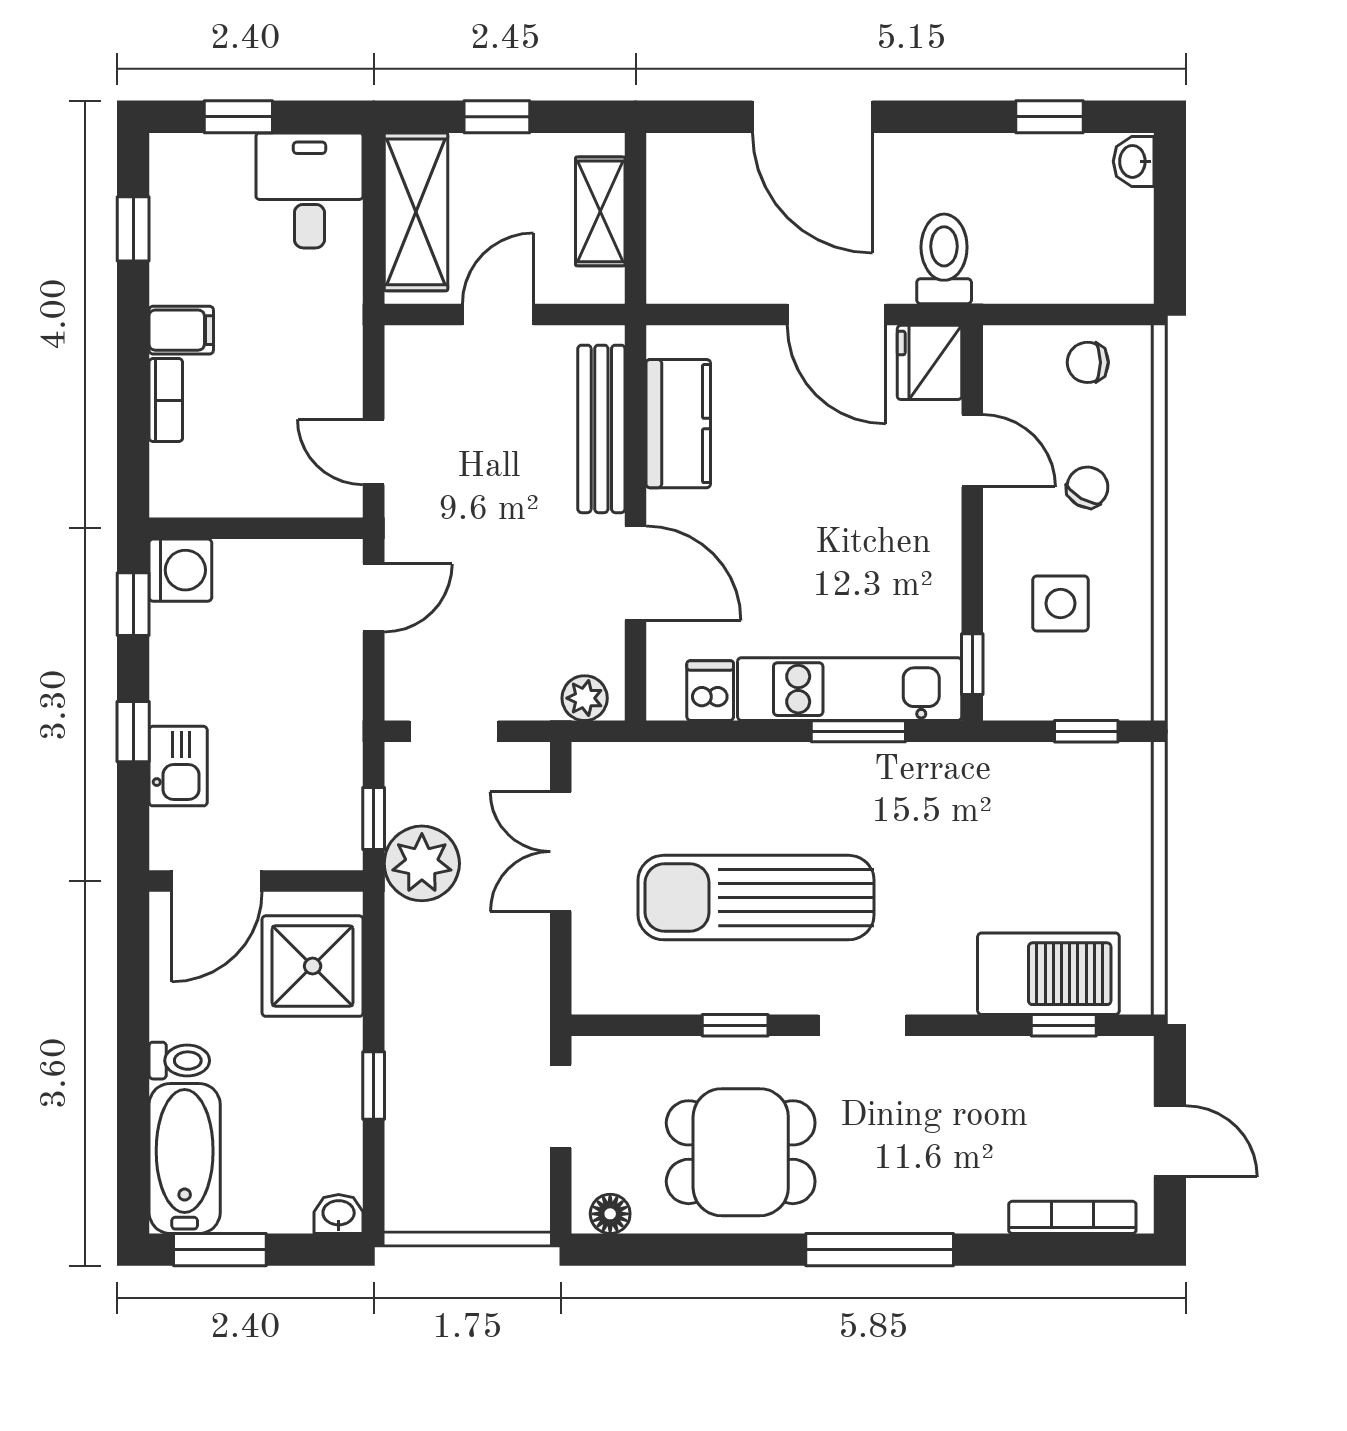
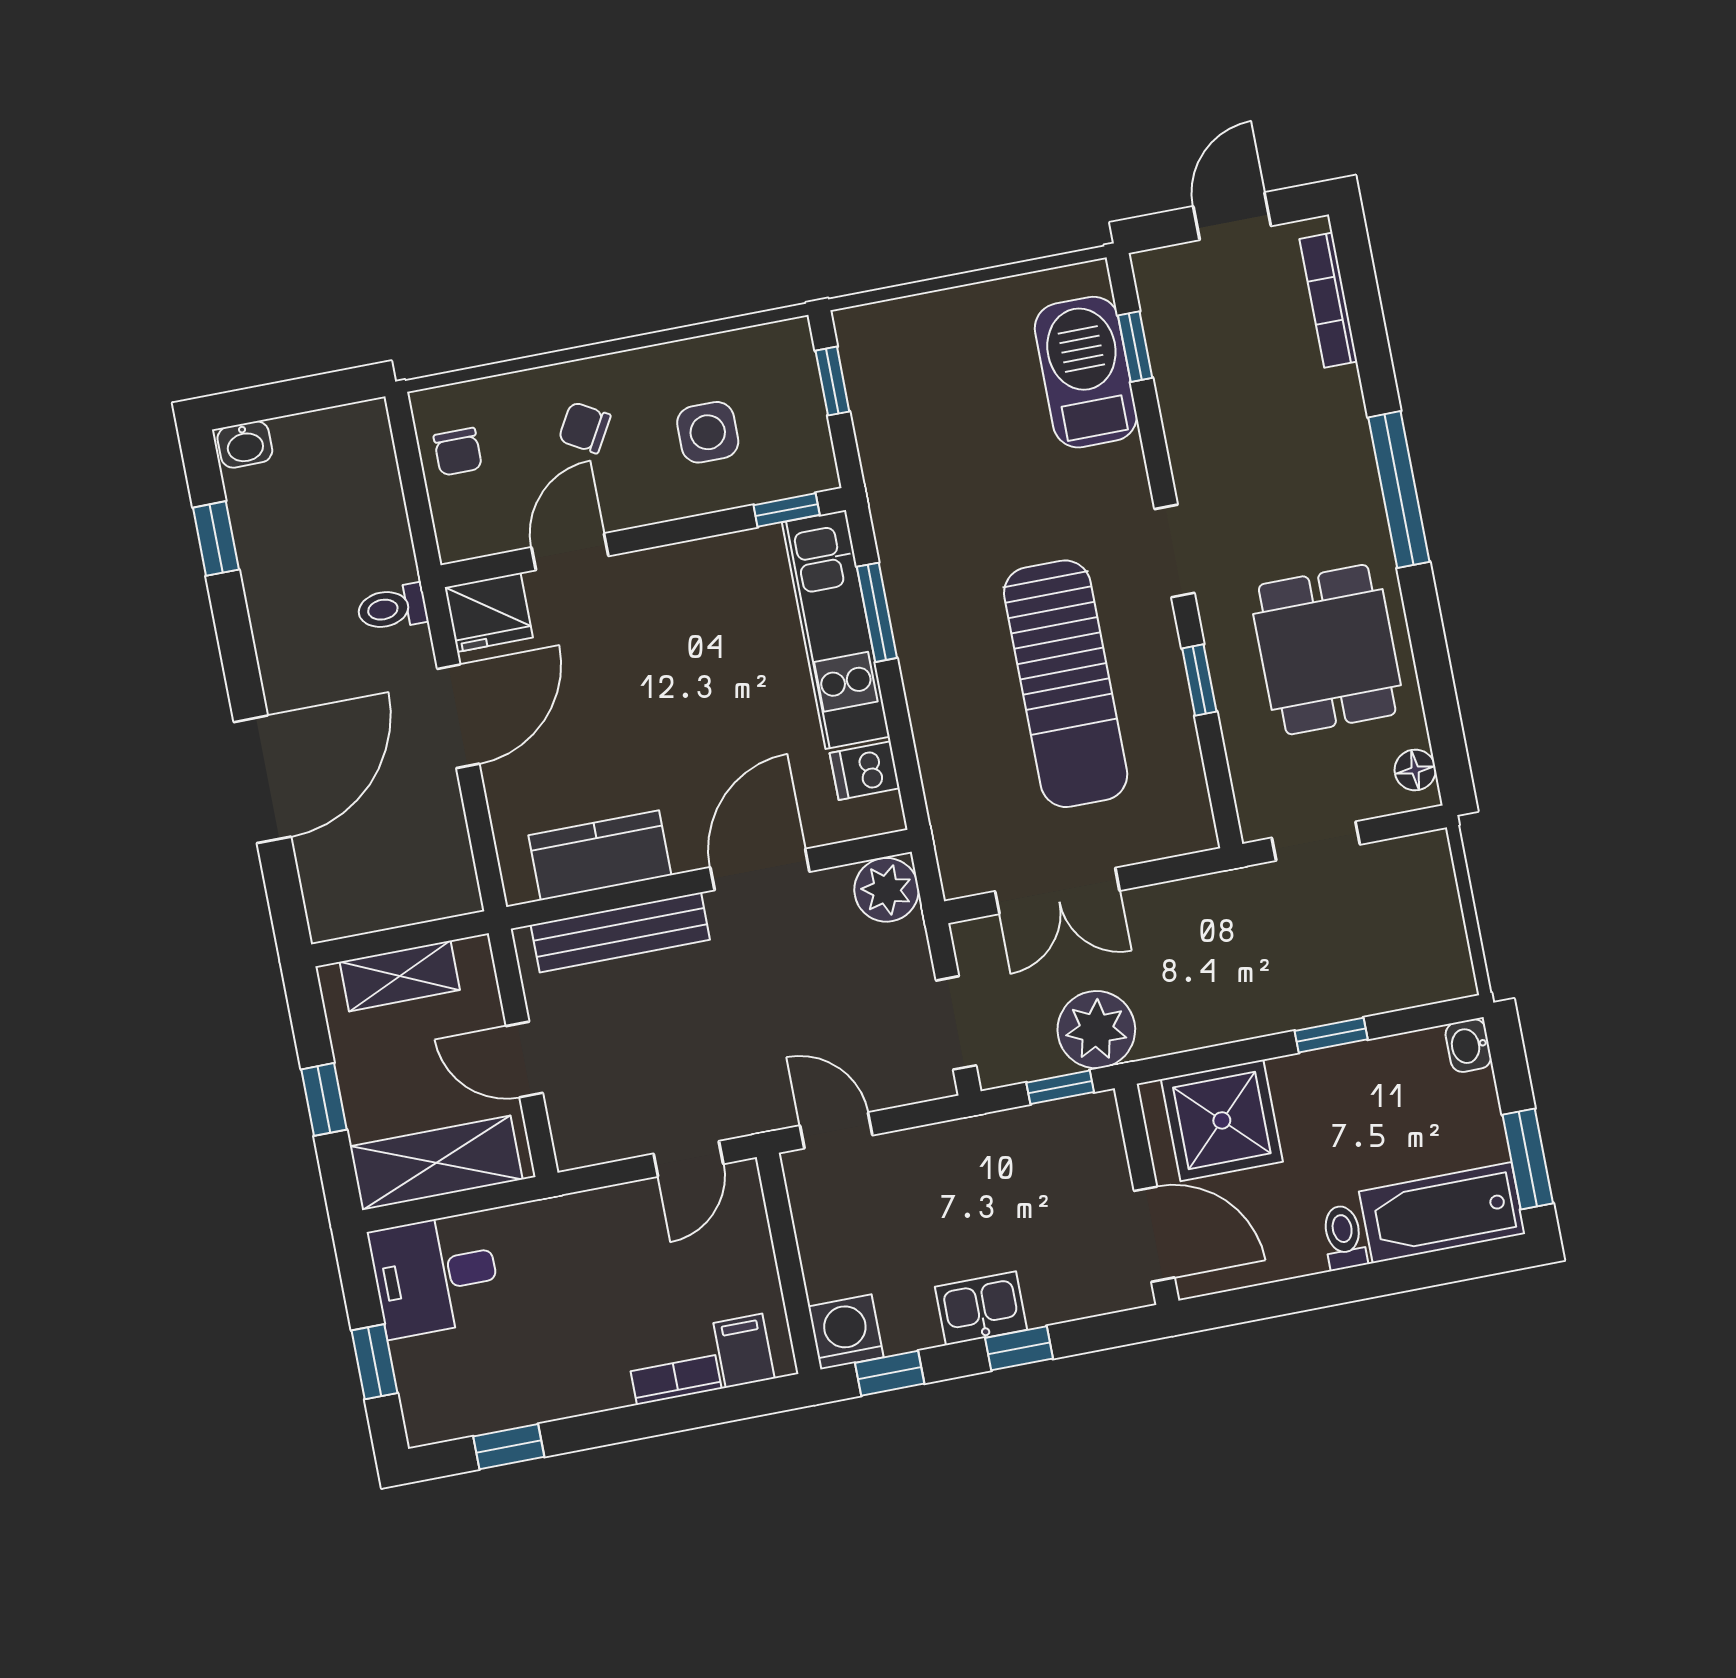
toilet: (944, 259) -> (392, 608), width x0.73, depth x0.72
filing cabinet: (181, 330) -> (744, 1351), moved
plant: (585, 698) -> (887, 890), width x1.38, depth x1.38
kitchen sink: (178, 766) -> (981, 1308), moved

